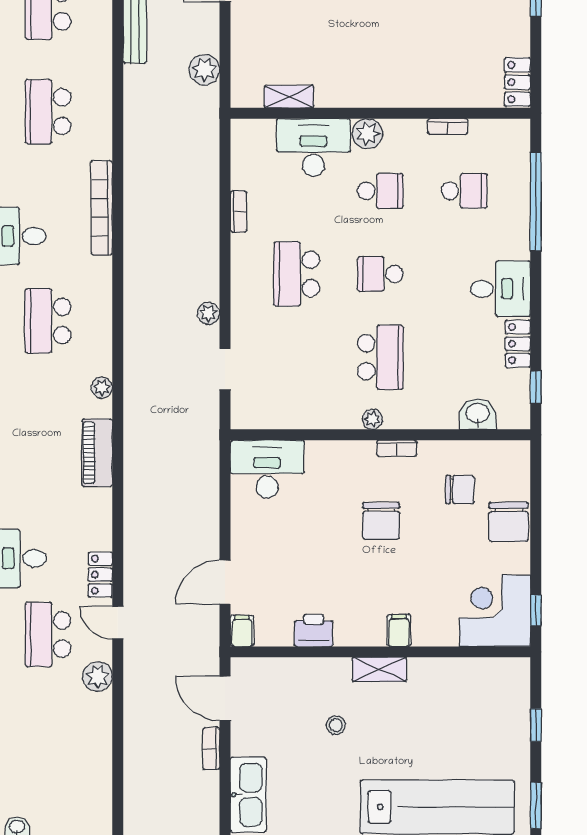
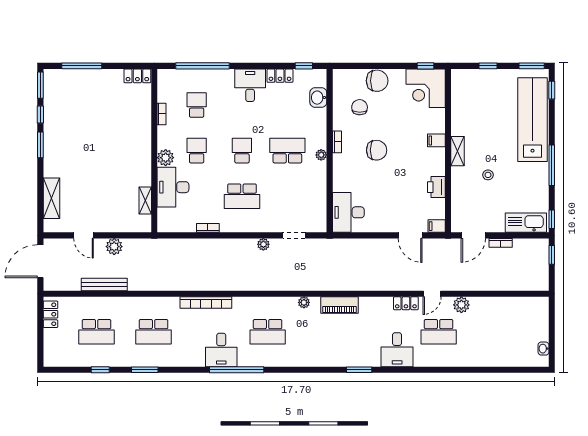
plant: (204, 70) -> (114, 247), moved
school desk: (380, 274) -> (242, 151), turned 180

